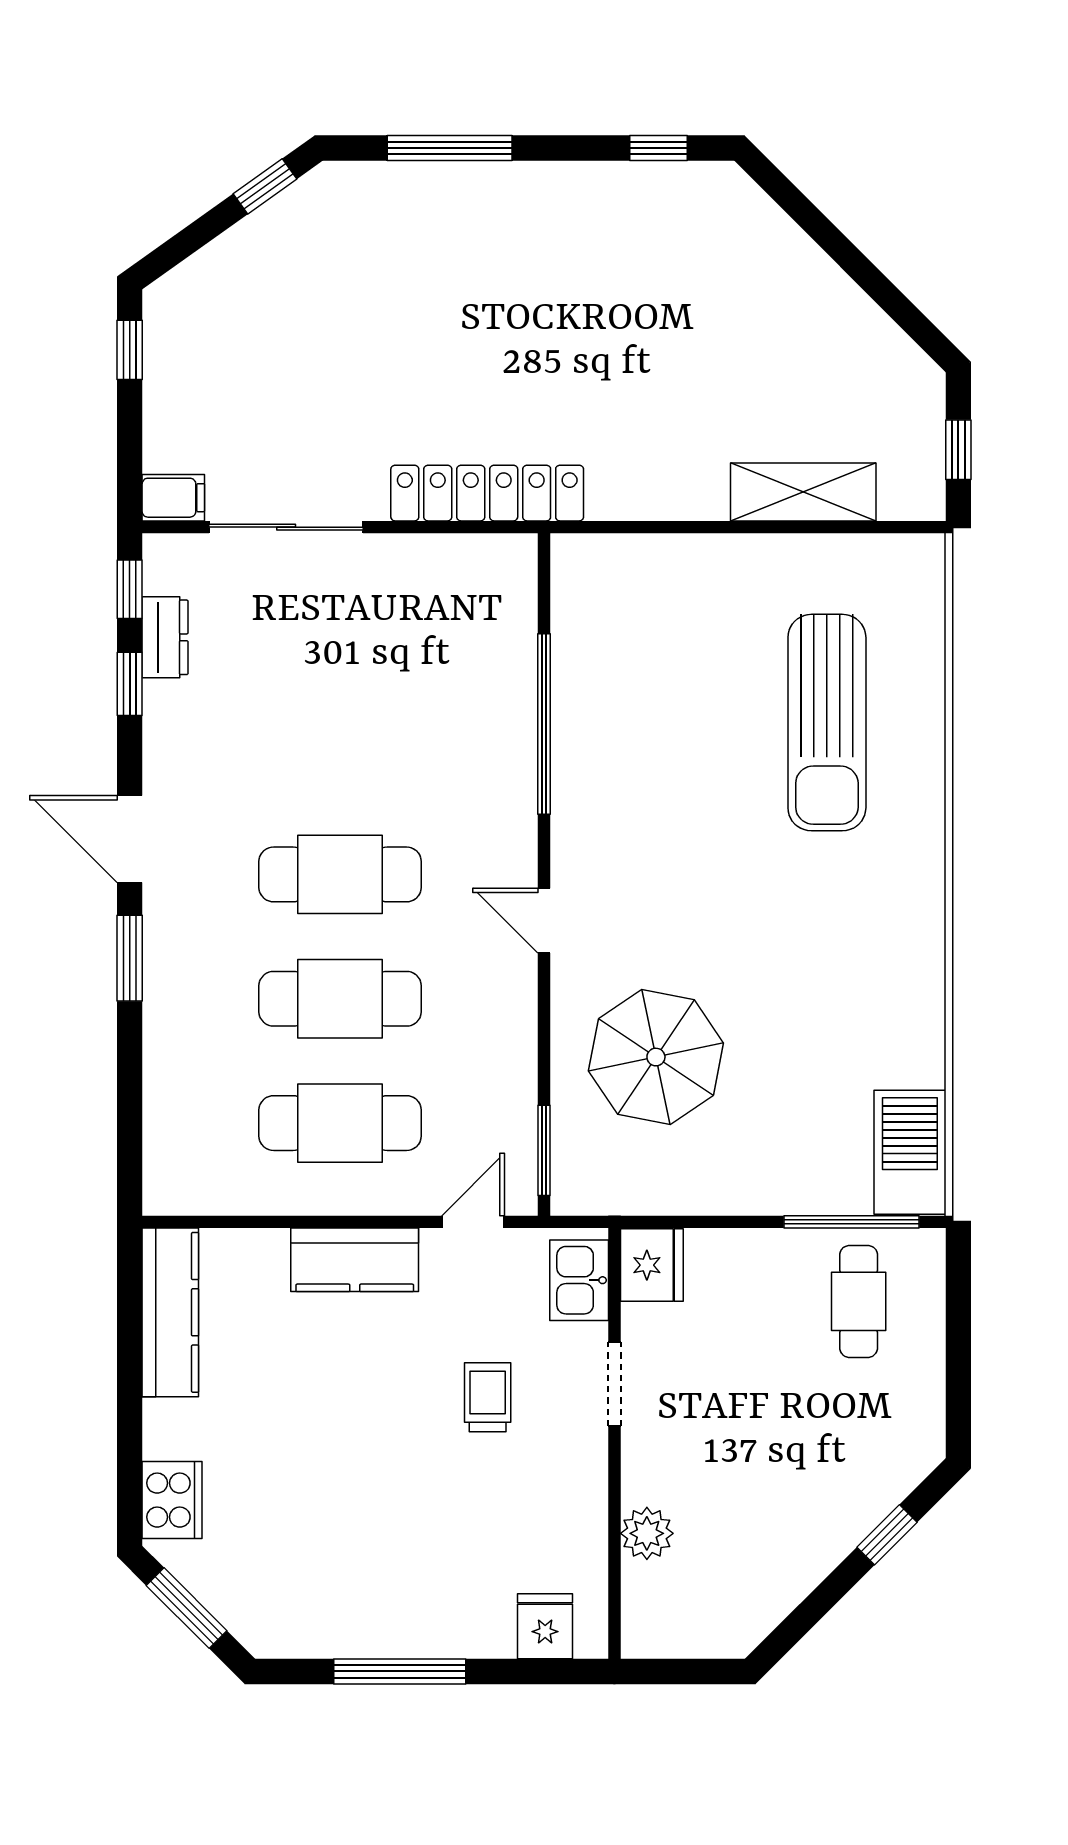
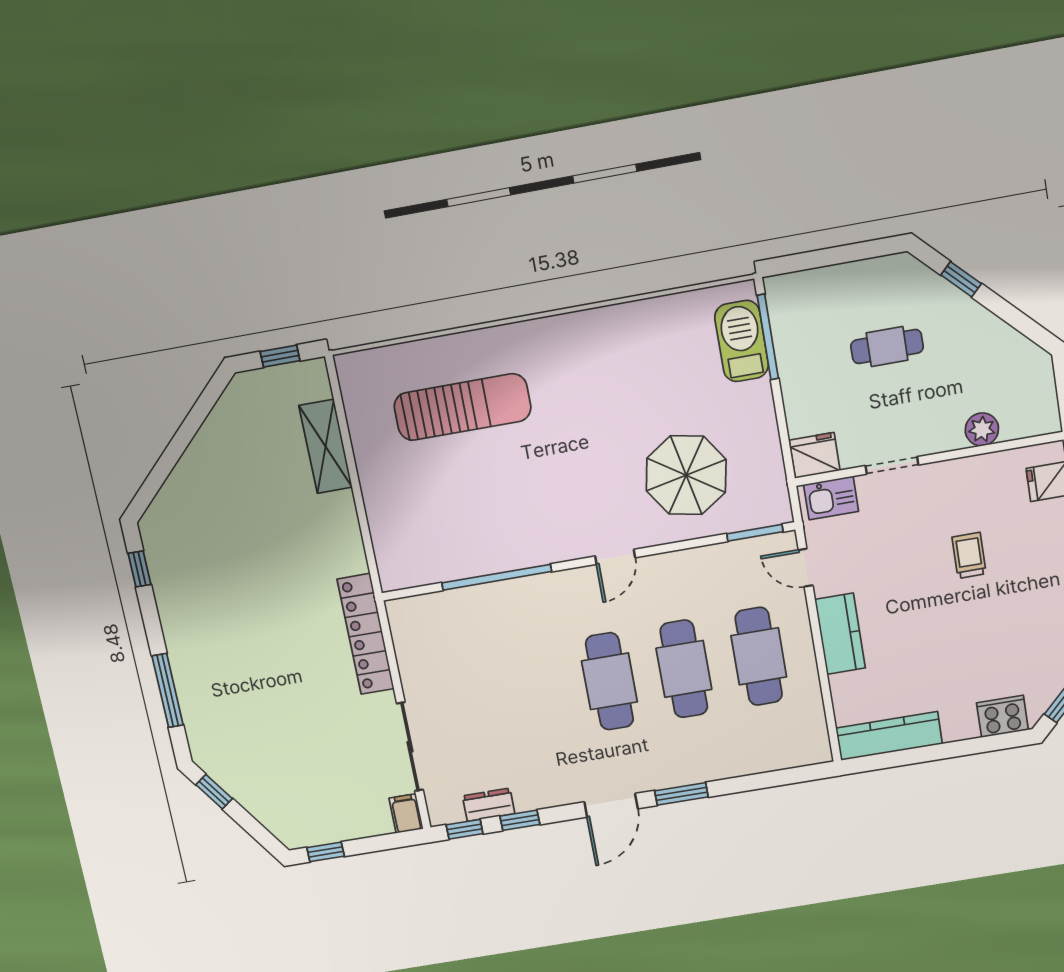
barbecue: (910, 1152) -> (742, 341), moved, turned 90
cafe table: (859, 1301) -> (887, 347), moved
trolley: (488, 1397) -> (969, 555), moved, turned 90

